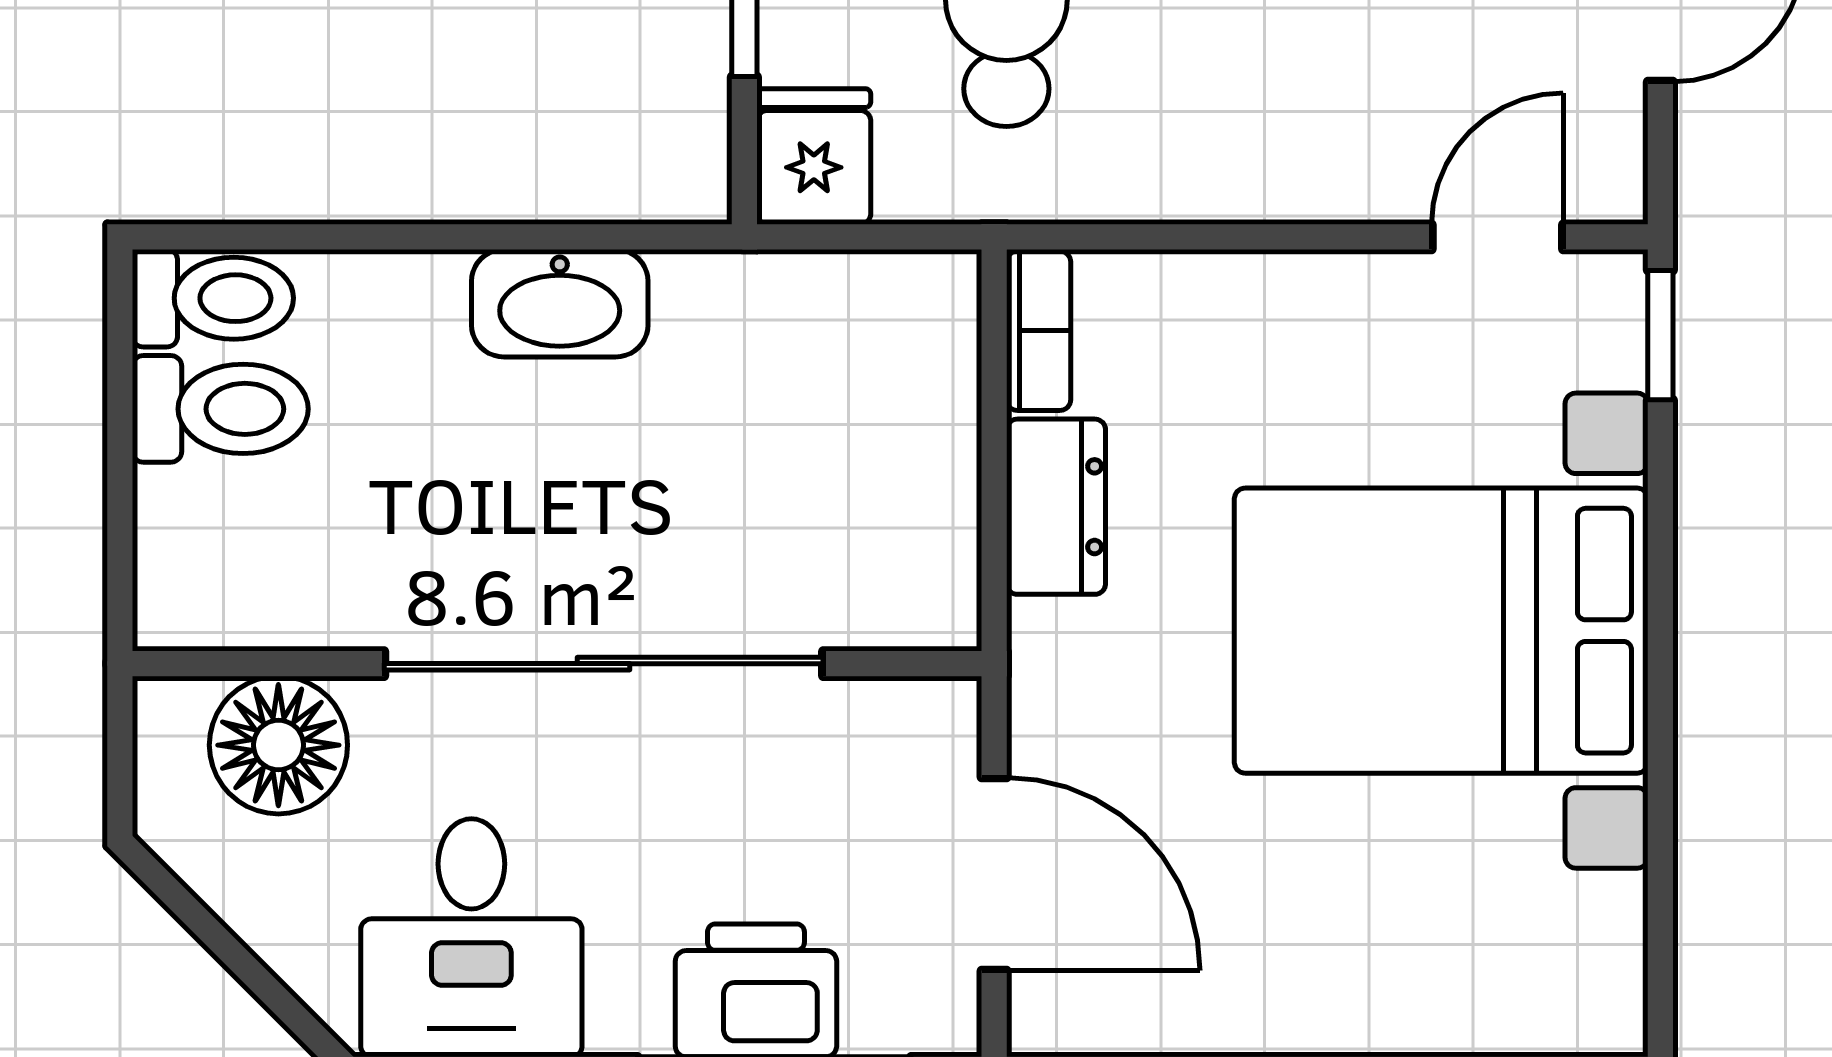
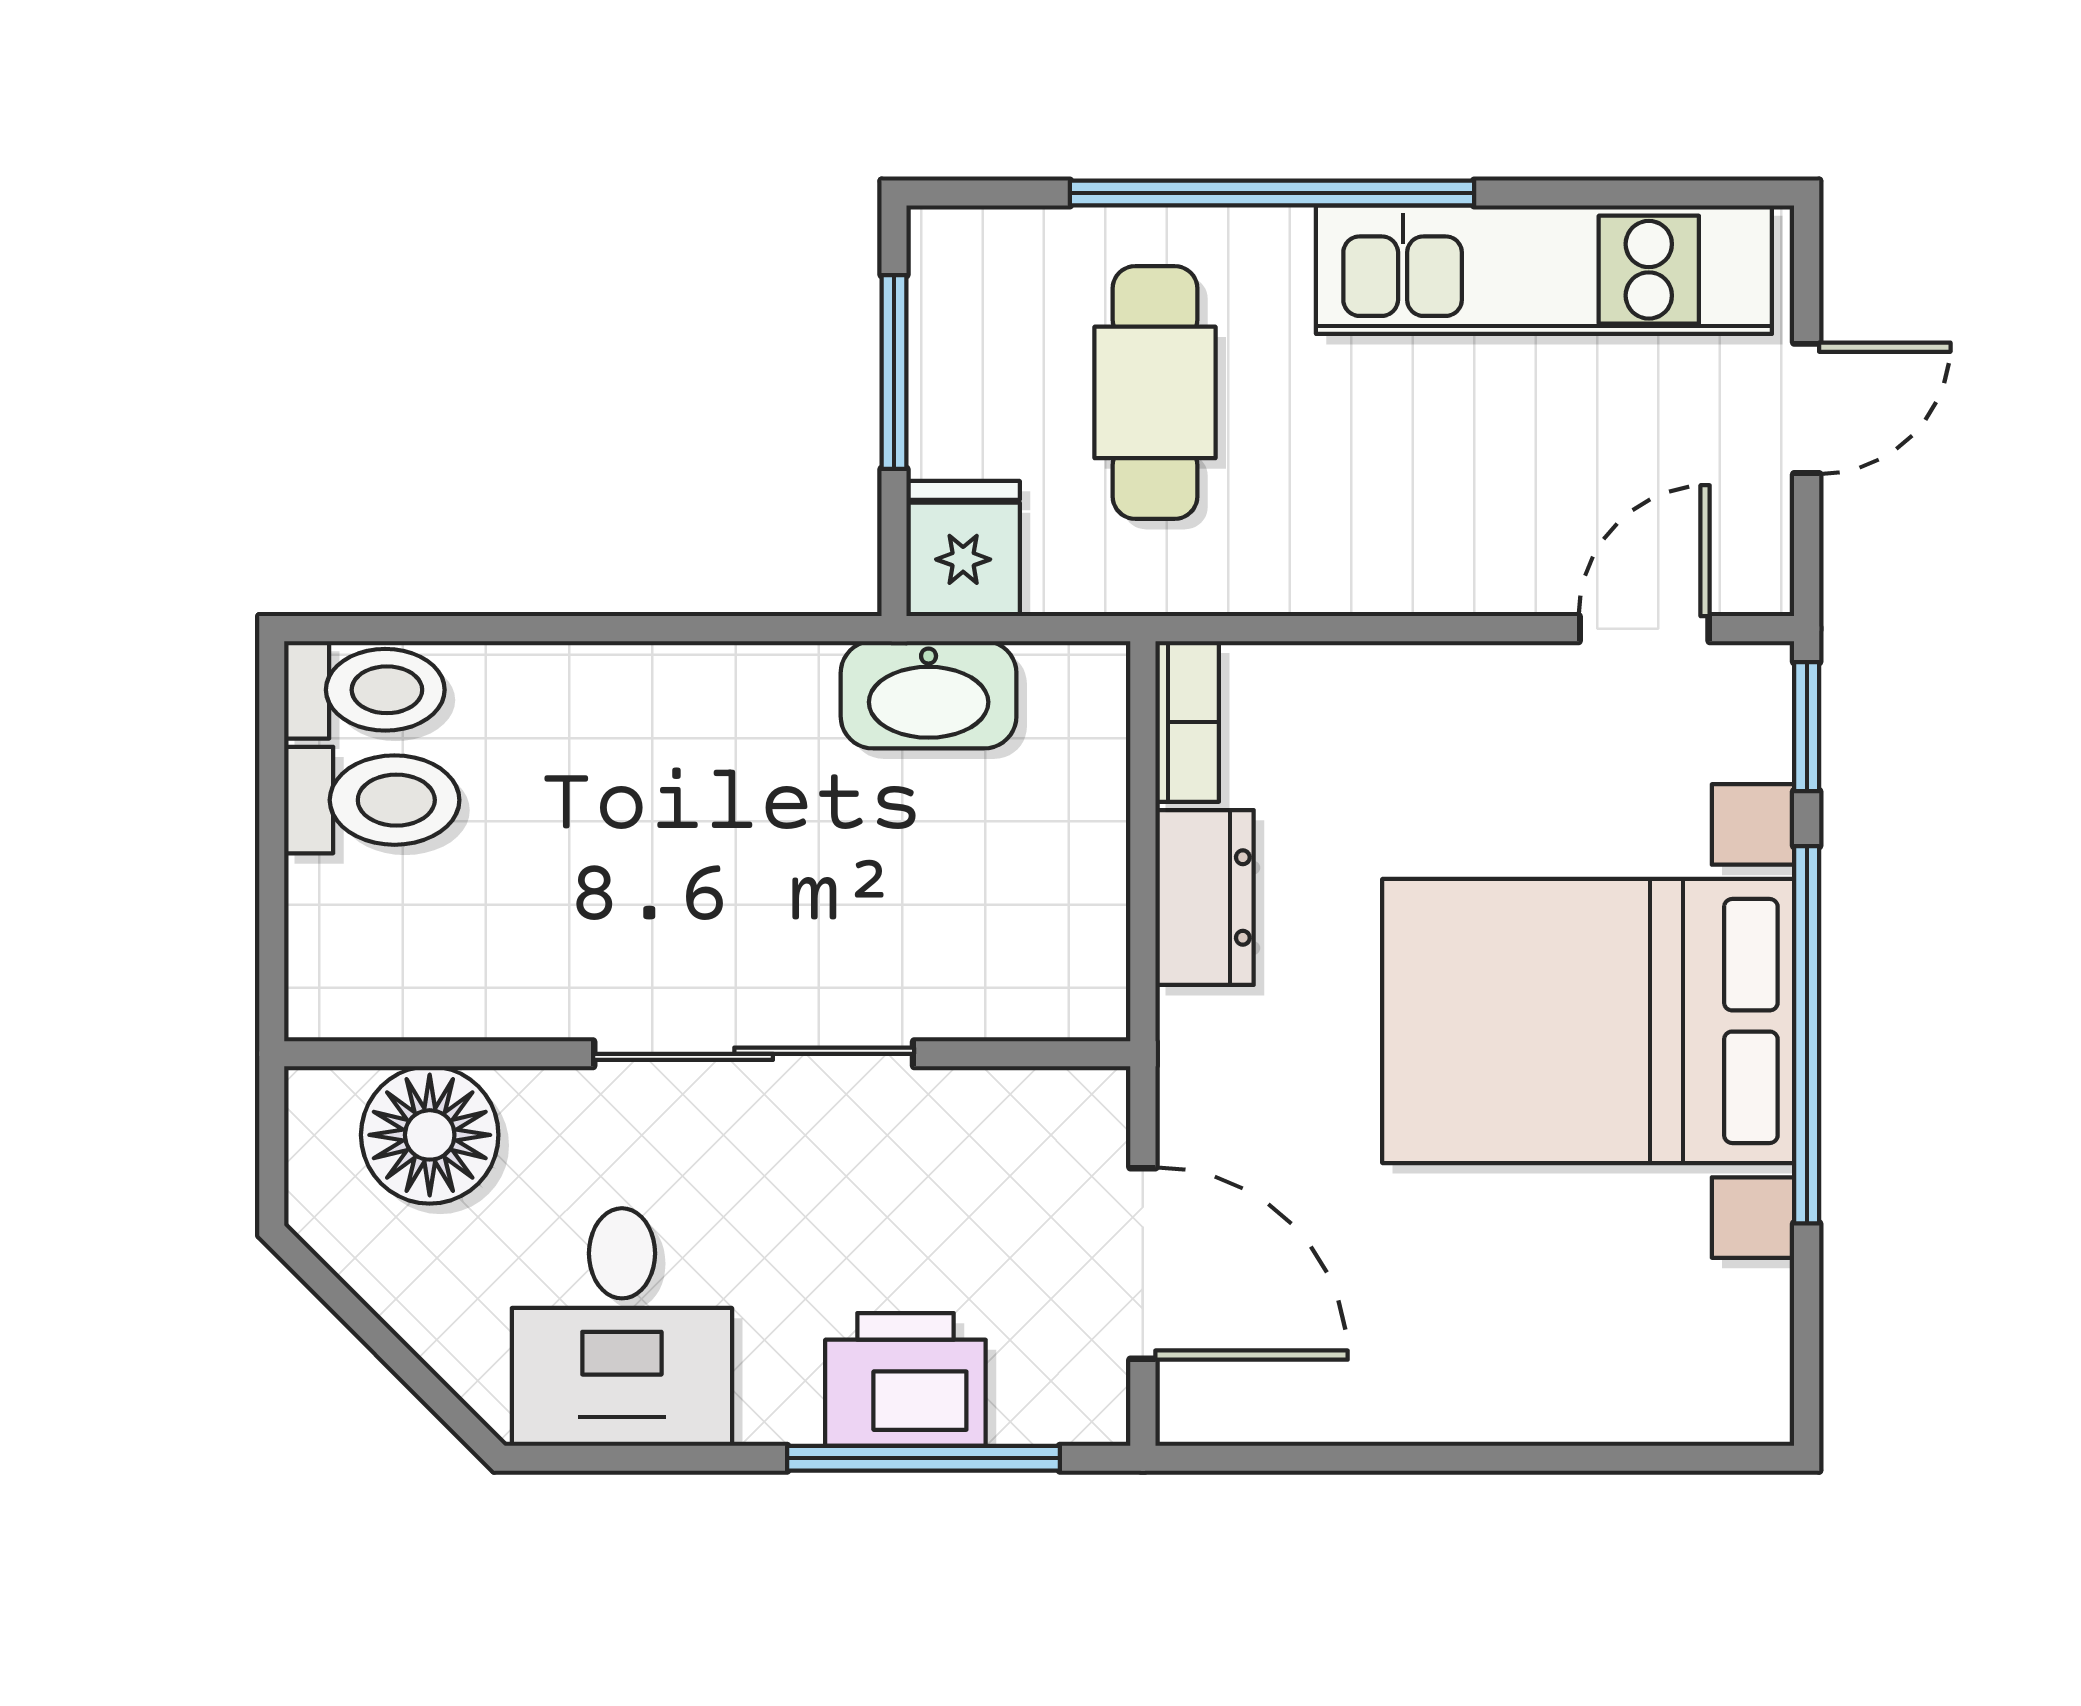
washbasin: (560, 303) -> (929, 695), moved
window: (1660, 645) -> (1807, 1035), added
sliding door: (604, 664) -> (754, 1054), width x0.73

